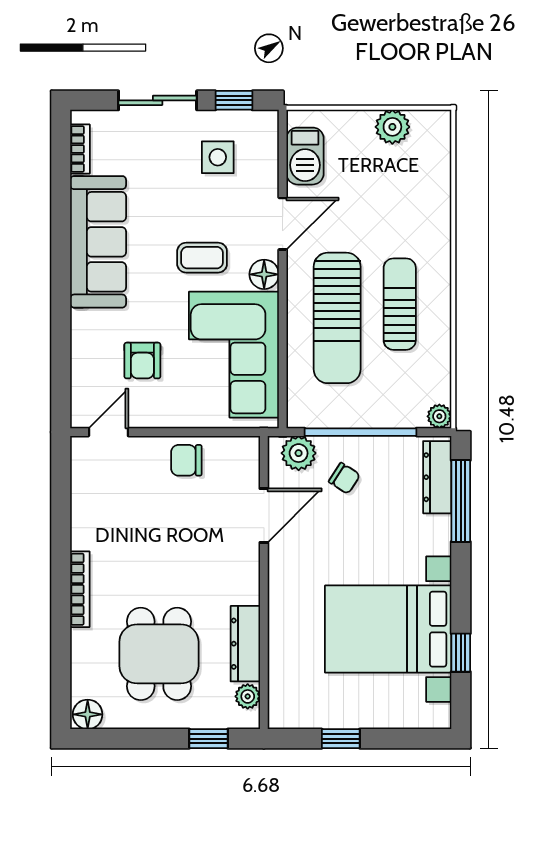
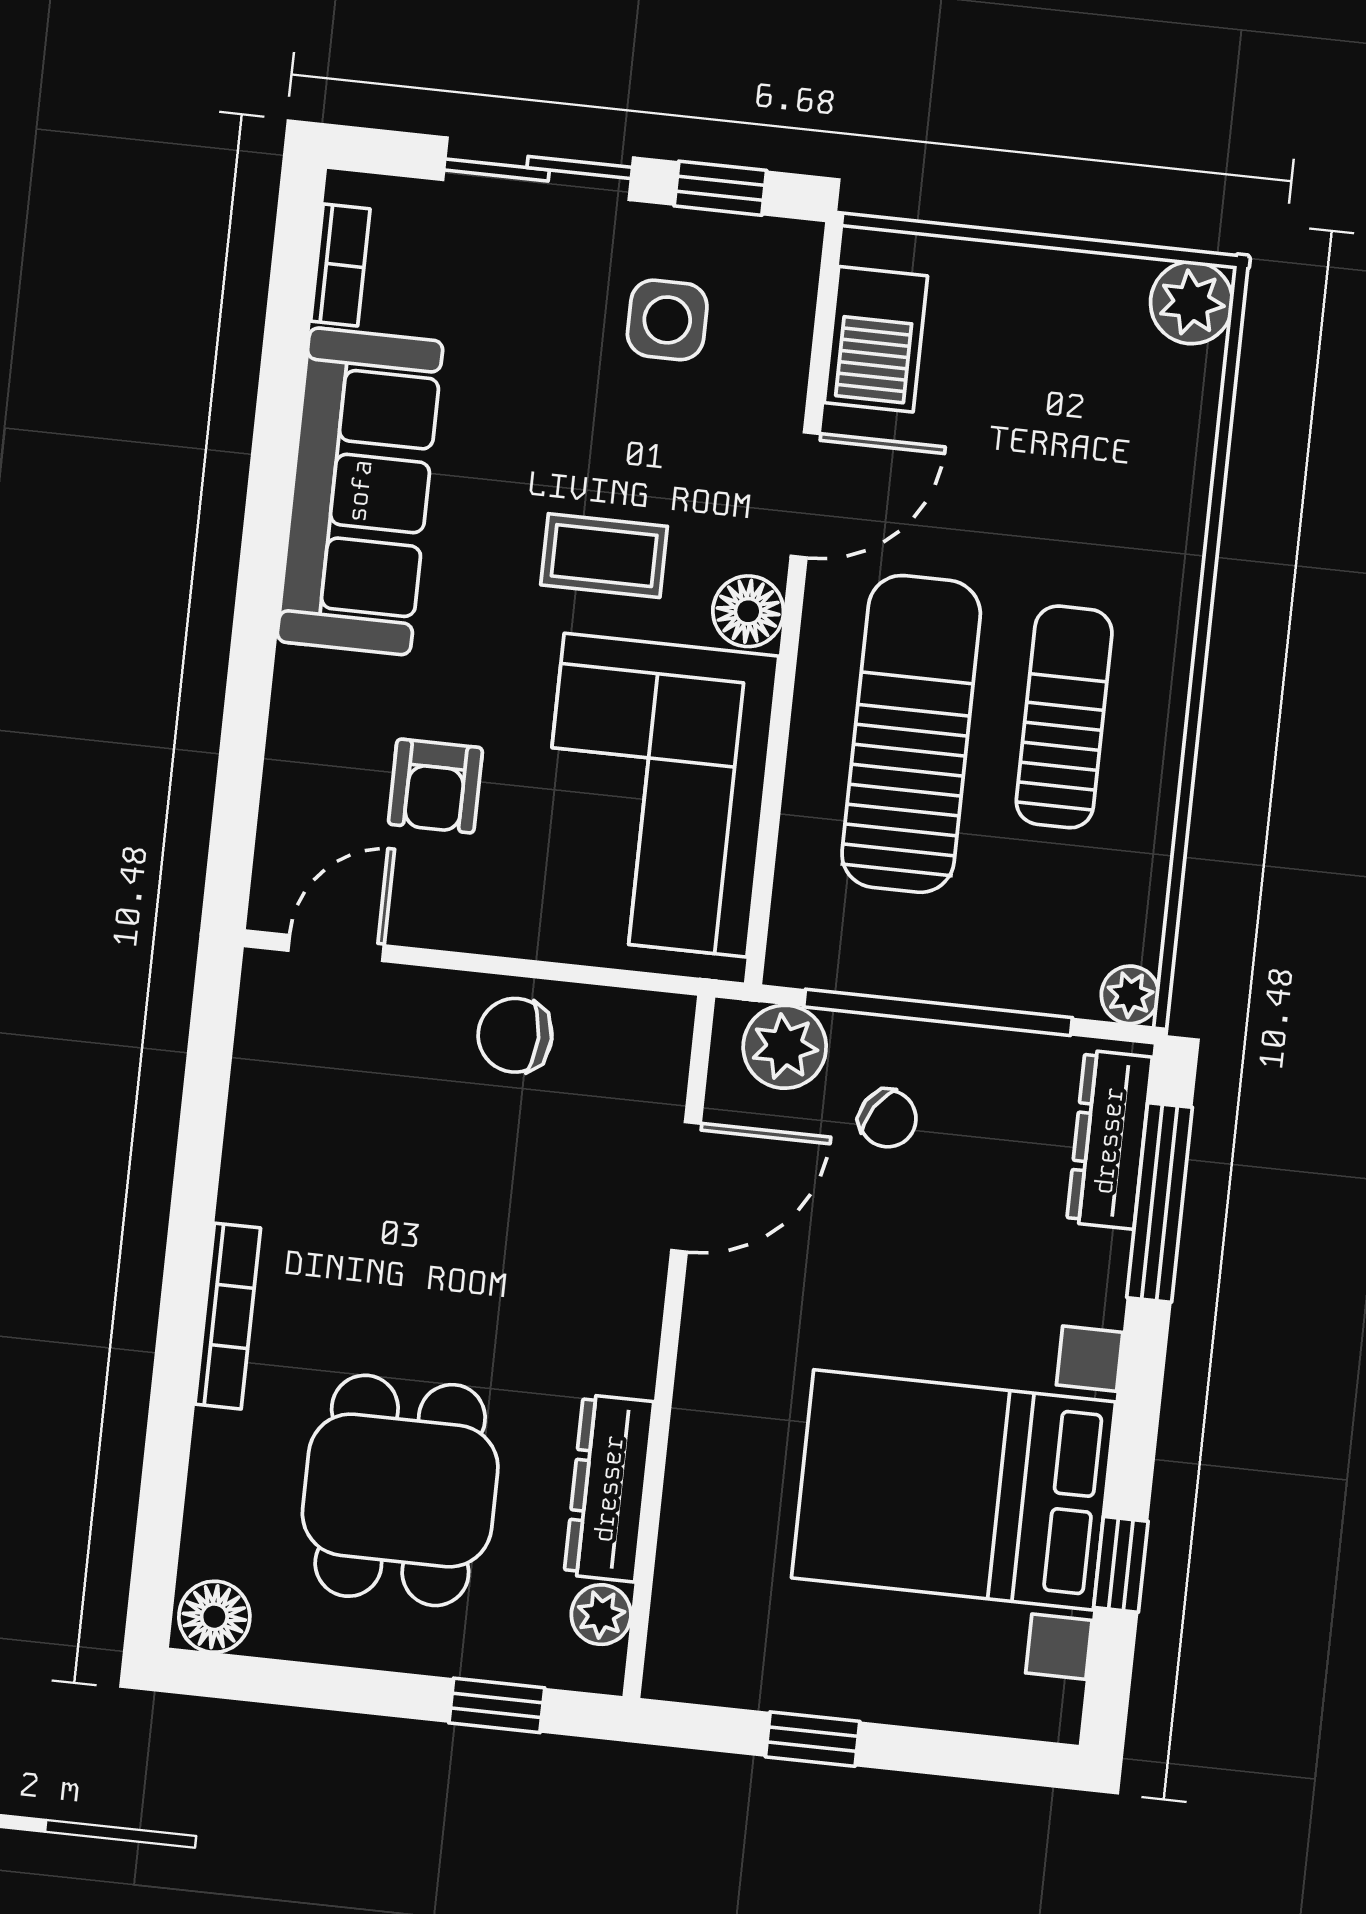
plant: (392, 127) -> (1192, 303), moved
sun lounger: (337, 318) -> (911, 734), turned 180

